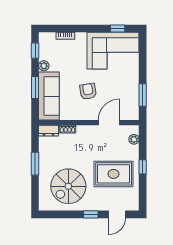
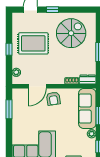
armchair: (88, 91) -> (53, 99), moved

